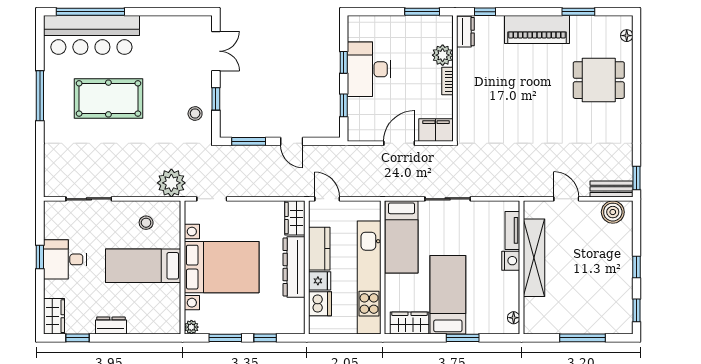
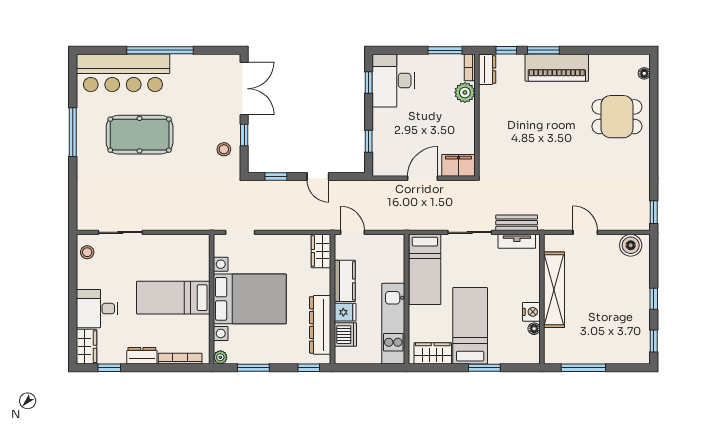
window: (90, 12) -> (160, 50), moved
window: (578, 12) -> (543, 50), moved
double door: (216, 51) -> (244, 89), width x1.37
window: (344, 62) -> (369, 83), moved
desk: (369, 69) -> (393, 80), moved
bookcase: (447, 81) -> (470, 67), moved
window: (249, 141) -> (276, 176), width x0.67
plant: (171, 183) -> (201, 217), removed
bench: (611, 189) -> (517, 223), moved
stool: (146, 223) -> (87, 252), moved
tv unit: (512, 230) -> (517, 241), moved, turned -90
window: (40, 257) -> (73, 289), removed
desk: (65, 259) -> (97, 309), moved
nightstand: (511, 261) -> (531, 312), moved
dresser: (294, 267) -> (320, 325), moved
kitchen unit: (369, 277) -> (393, 324), width x0.73
floor lamp: (514, 318) -> (534, 329), moved
bookcase: (150, 328) -> (180, 359), added
window: (265, 338) -> (309, 368), moved
window: (582, 338) -> (583, 368), moved

